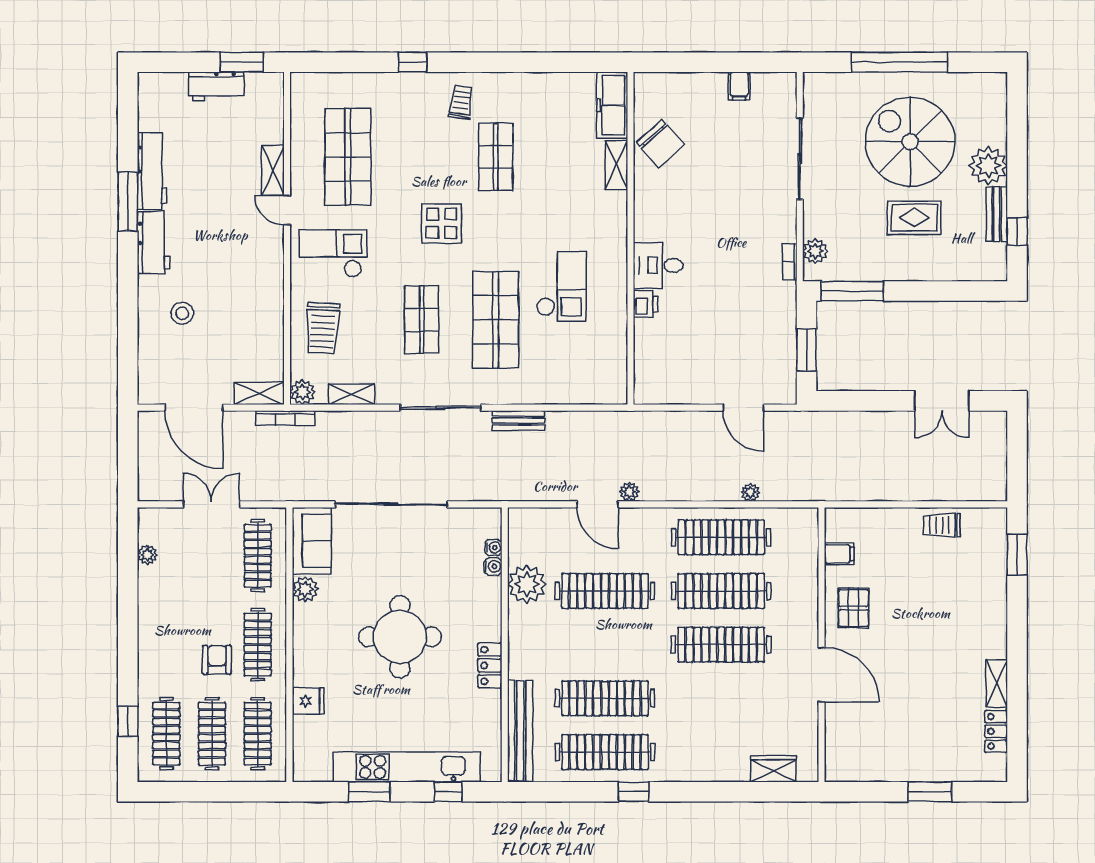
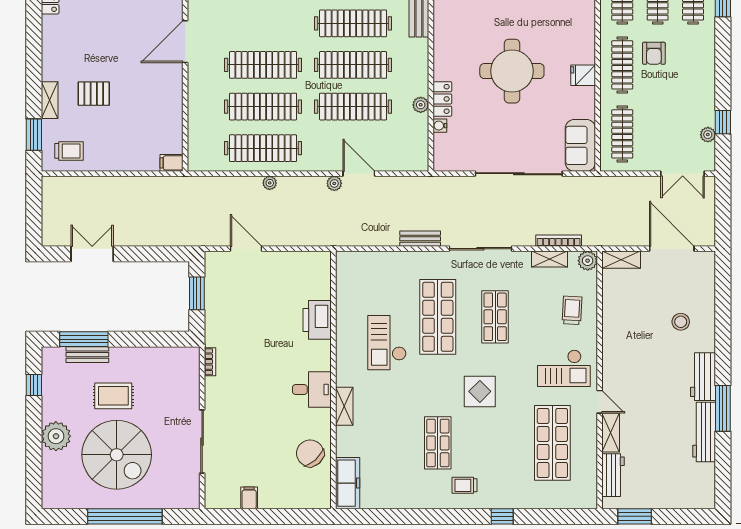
workbench: (217, 86) -> (613, 475), moved, turned 90
trolley: (461, 102) -> (465, 485), turned 82
shelving: (616, 165) -> (344, 406), moved
bench: (997, 214) -> (87, 355), moved, turned 90
plant: (815, 251) -> (190, 370), removed
desk: (658, 265) -> (312, 390), moved
window: (852, 291) -> (84, 339), moved
printer: (646, 304) -> (317, 320), width x1.87, depth x1.48
trolley: (322, 328) -> (572, 310), width x0.73, depth x0.72
bookcase: (285, 418) -> (559, 241), moved
plant: (750, 492) -> (270, 183), moved
double door: (211, 504) -> (683, 174), moved
trolley: (942, 525) -> (69, 151), moved
water cooler: (494, 547) -> (439, 140), removed
filing cabinet: (839, 554) -> (172, 163), moved
window: (128, 571) -> (723, 122), added
plant: (527, 584) -> (421, 105), width x0.53, depth x0.53
plant: (305, 589) -> (585, 108), removed
pallet: (854, 608) -> (94, 94), moved, turned 90
clothes rail: (605, 645) -> (353, 65), added
locker: (490, 665) -> (442, 99), moved
door: (822, 675) -> (185, 42), hinge flipped
shelving: (997, 683) -> (50, 100), moved
fridge: (308, 701) -> (583, 75), moved

